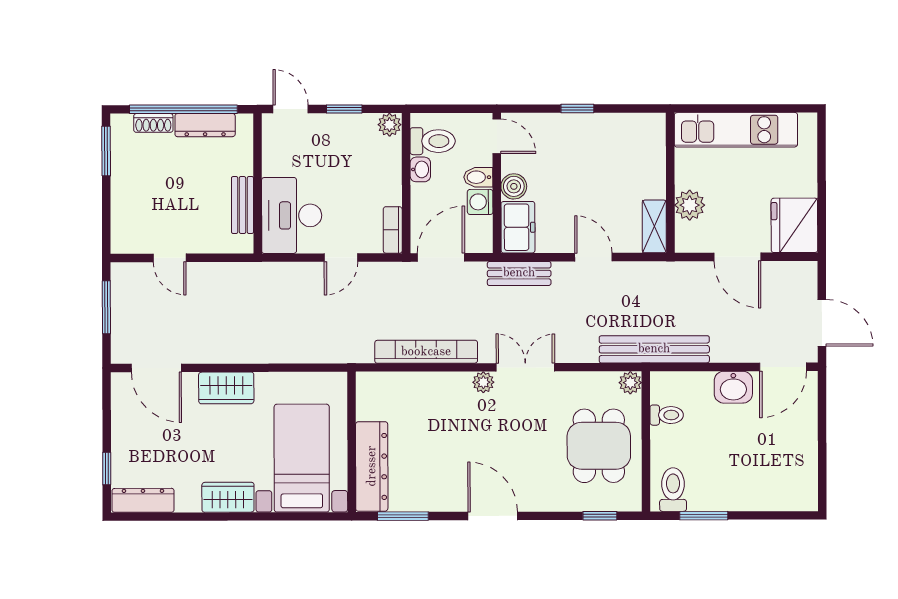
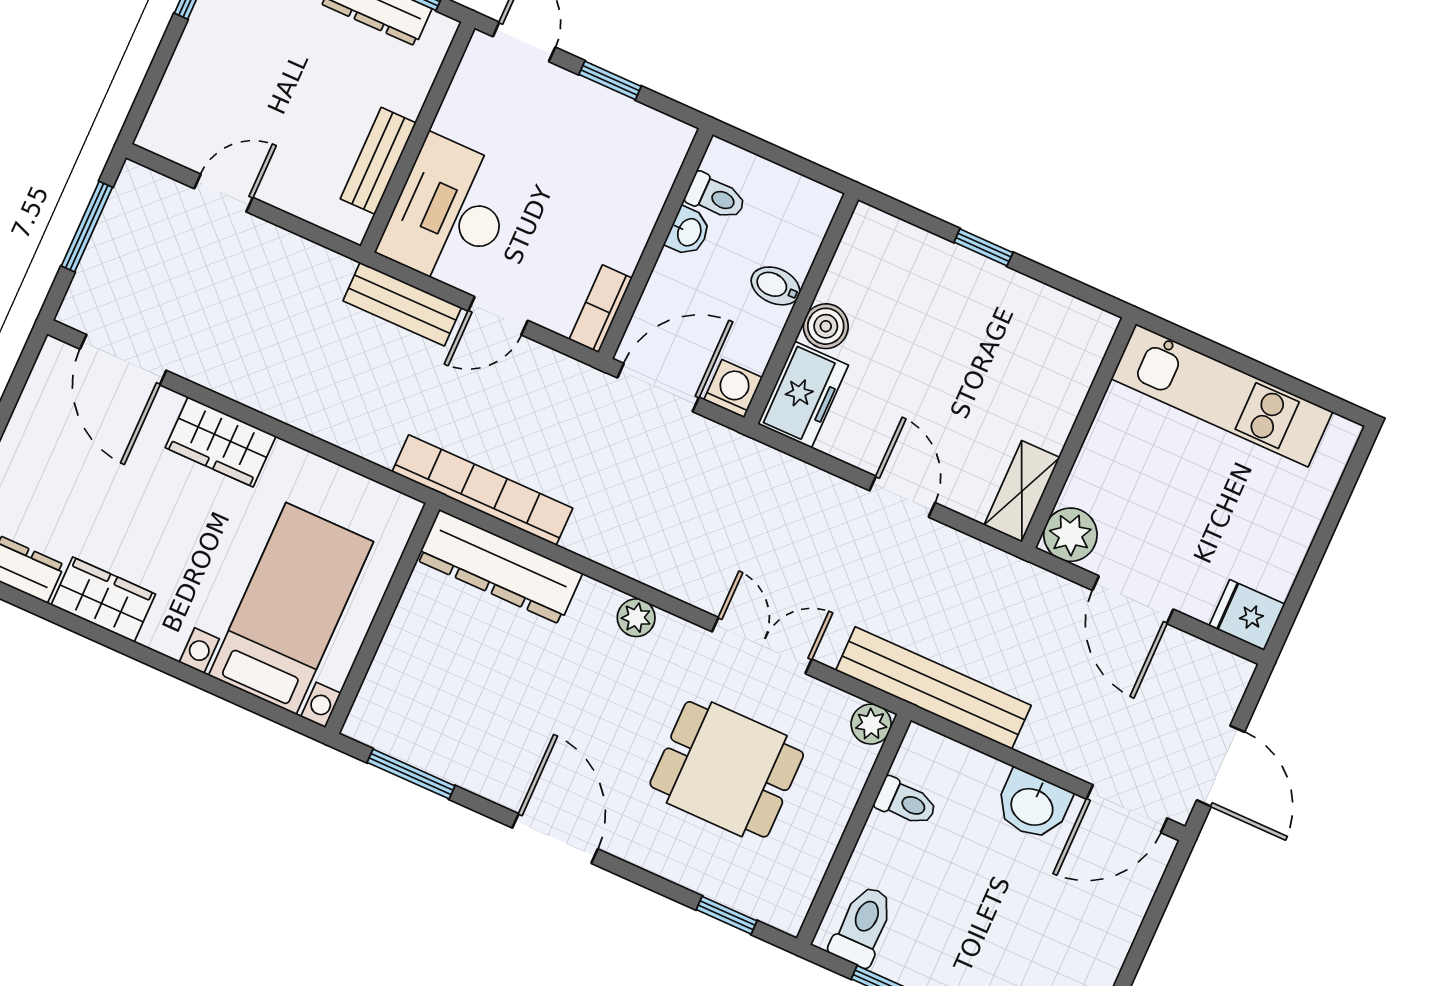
plant: (389, 125) -> (671, 138), removed
door: (497, 136) -> (835, 234), removed
toilet: (433, 141) -> (716, 197), width x0.73, depth x0.72
washing machine: (480, 202) -> (733, 389), moved, turned 90
plant: (690, 205) -> (1070, 535), moved
fridge: (794, 225) -> (1247, 615), width x0.53, depth x0.75
door: (170, 258) -> (223, 193), swing flipped
bench: (519, 273) -> (402, 304), moved
bookcase: (426, 352) -> (482, 490), moved
double door: (525, 367) -> (762, 645), moved
dining table: (599, 446) -> (727, 769), moved, turned 90
dresser: (372, 466) -> (500, 567), moved, turned 90
wardrobe: (228, 497) -> (103, 600), moved

